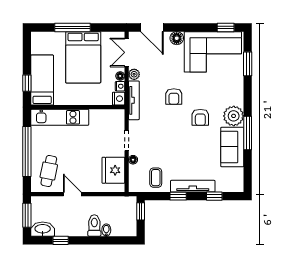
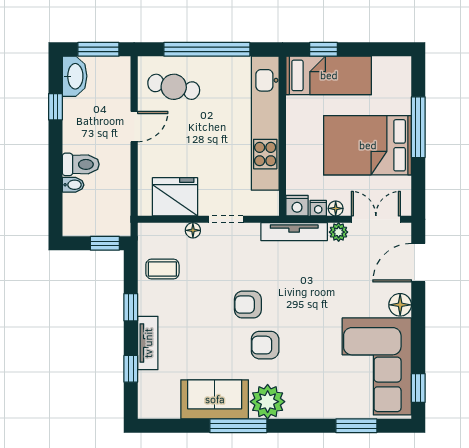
armchair: (174, 97) -> (248, 305), moved
kitchen unit: (60, 117) -> (265, 123), width x1.36
tv unit: (193, 186) -> (148, 343), width x0.71

